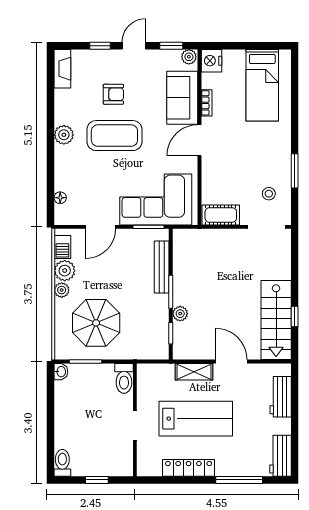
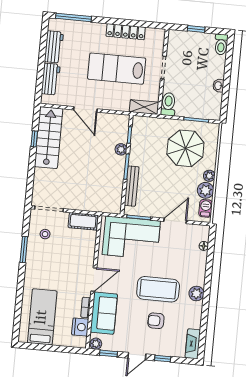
nightstand: (212, 61) -> (80, 327), moved
washbasin: (61, 372) -> (218, 86), moved
shelving: (194, 372) -> (144, 107), moved
workbench: (280, 456) -> (54, 47), moved
window: (239, 480) -> (73, 17), moved

